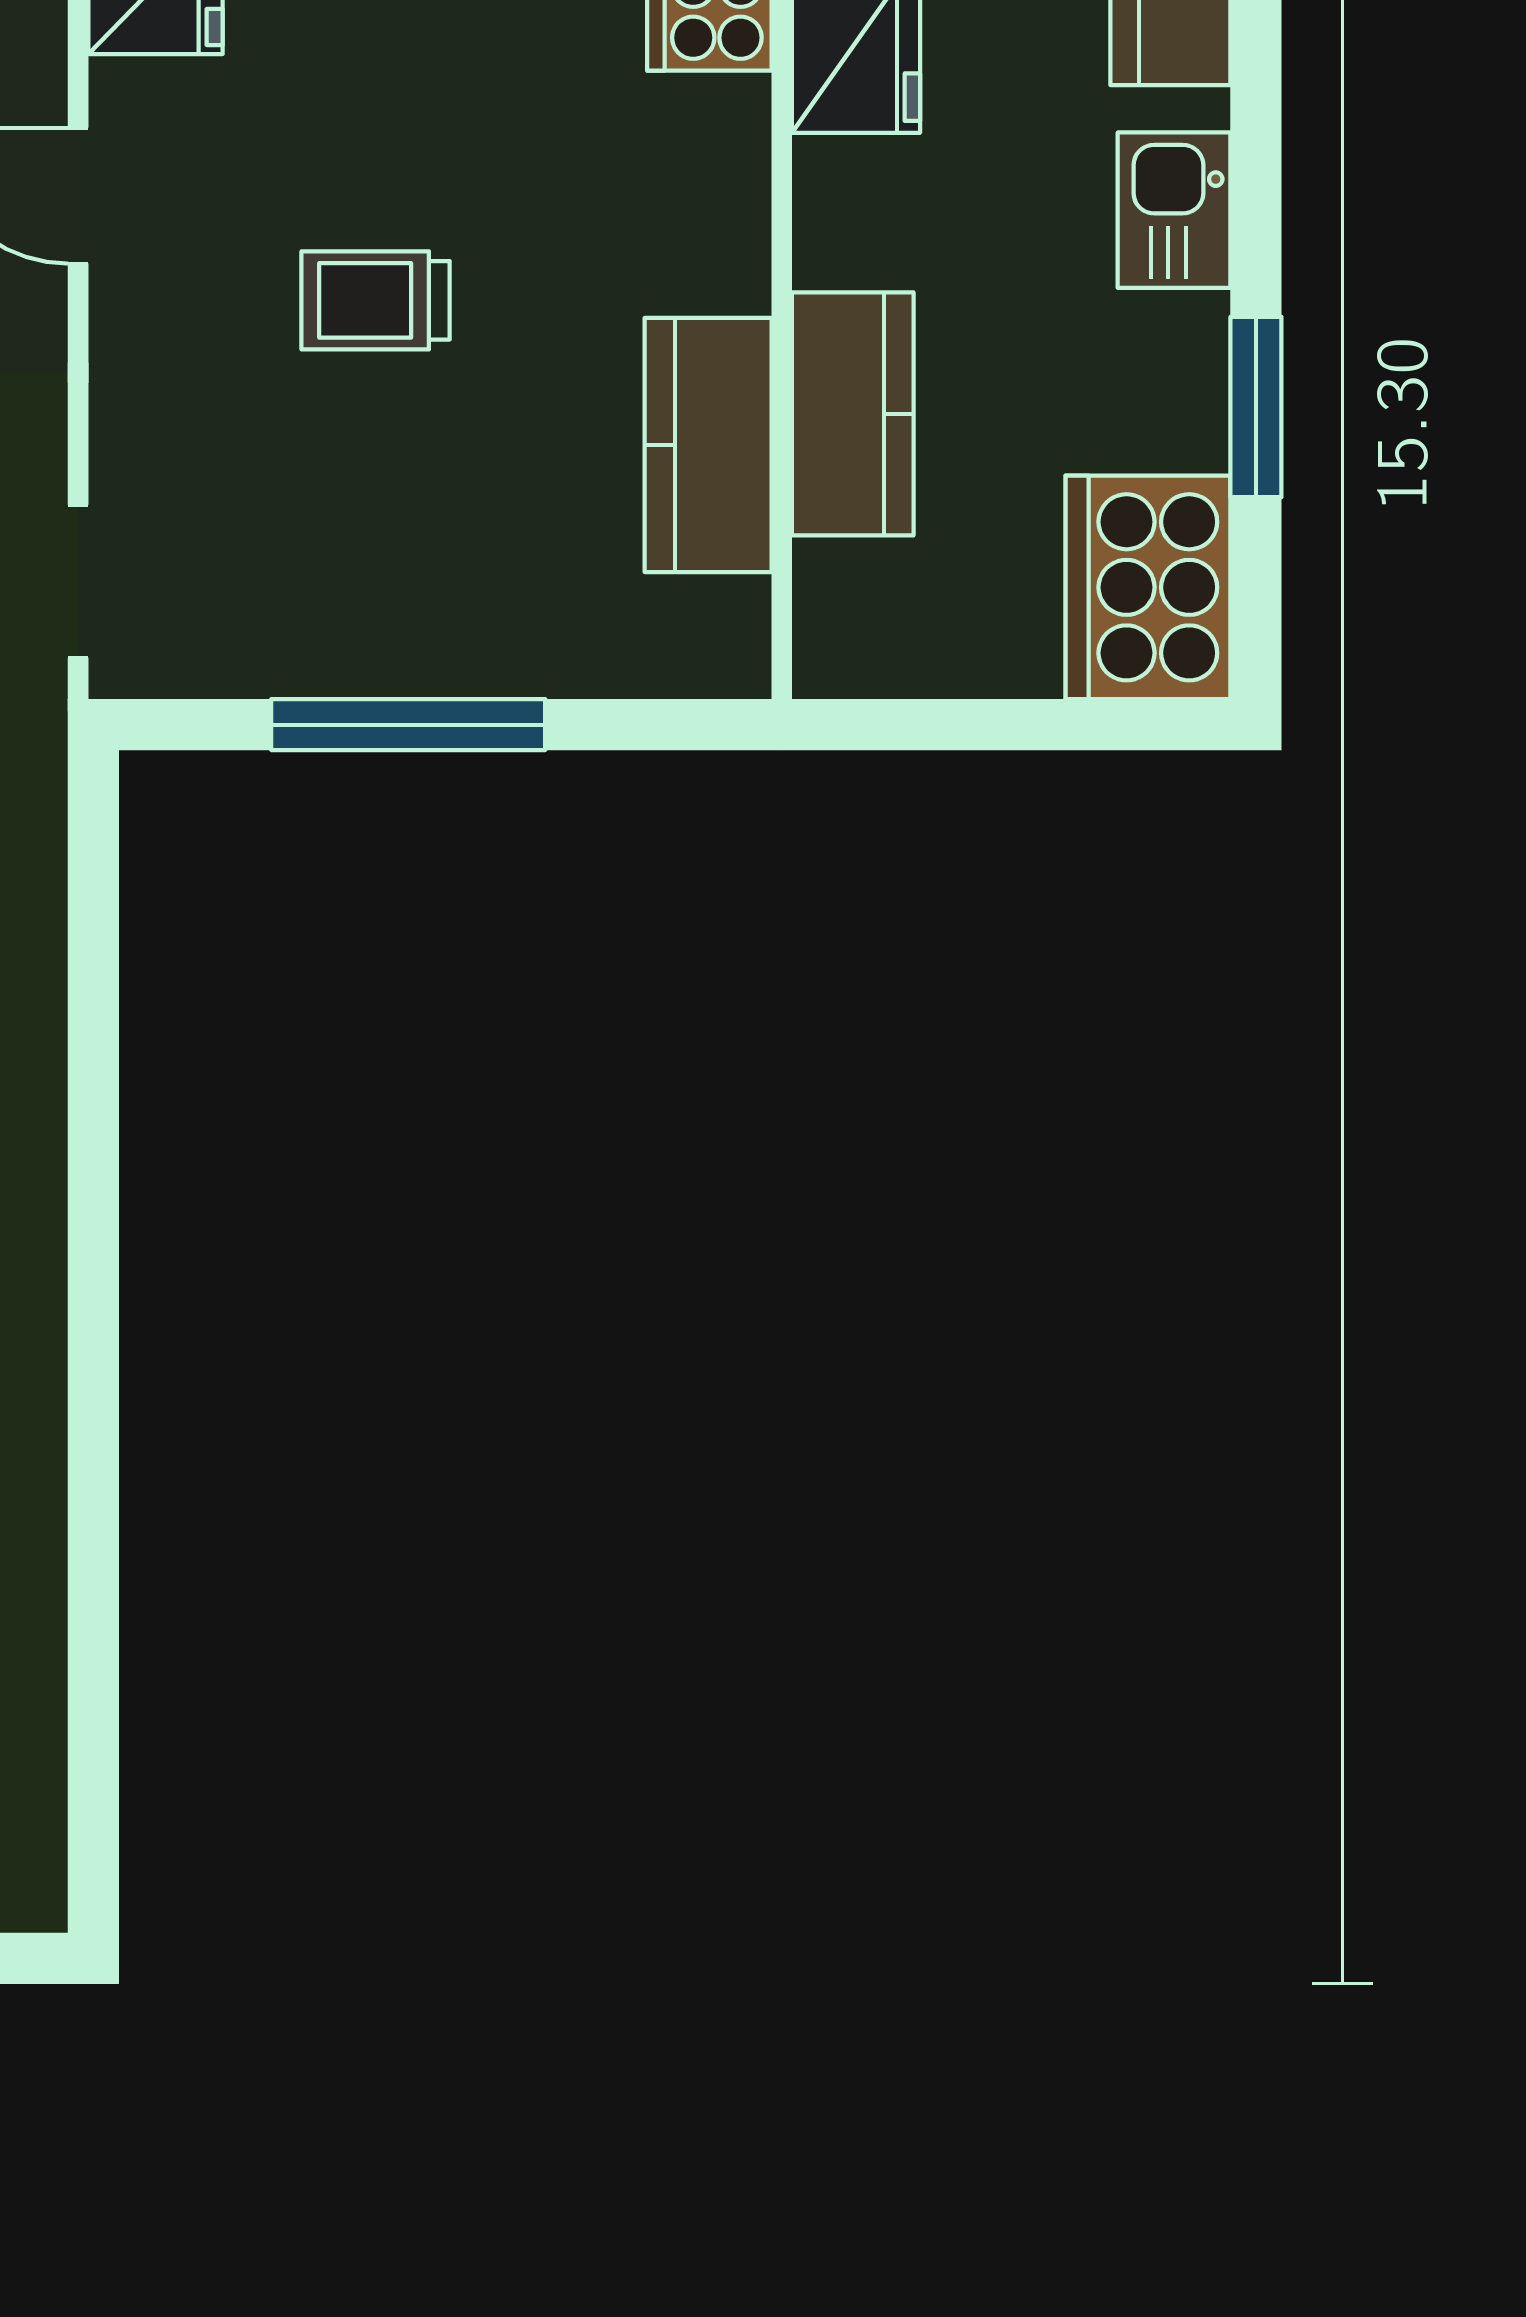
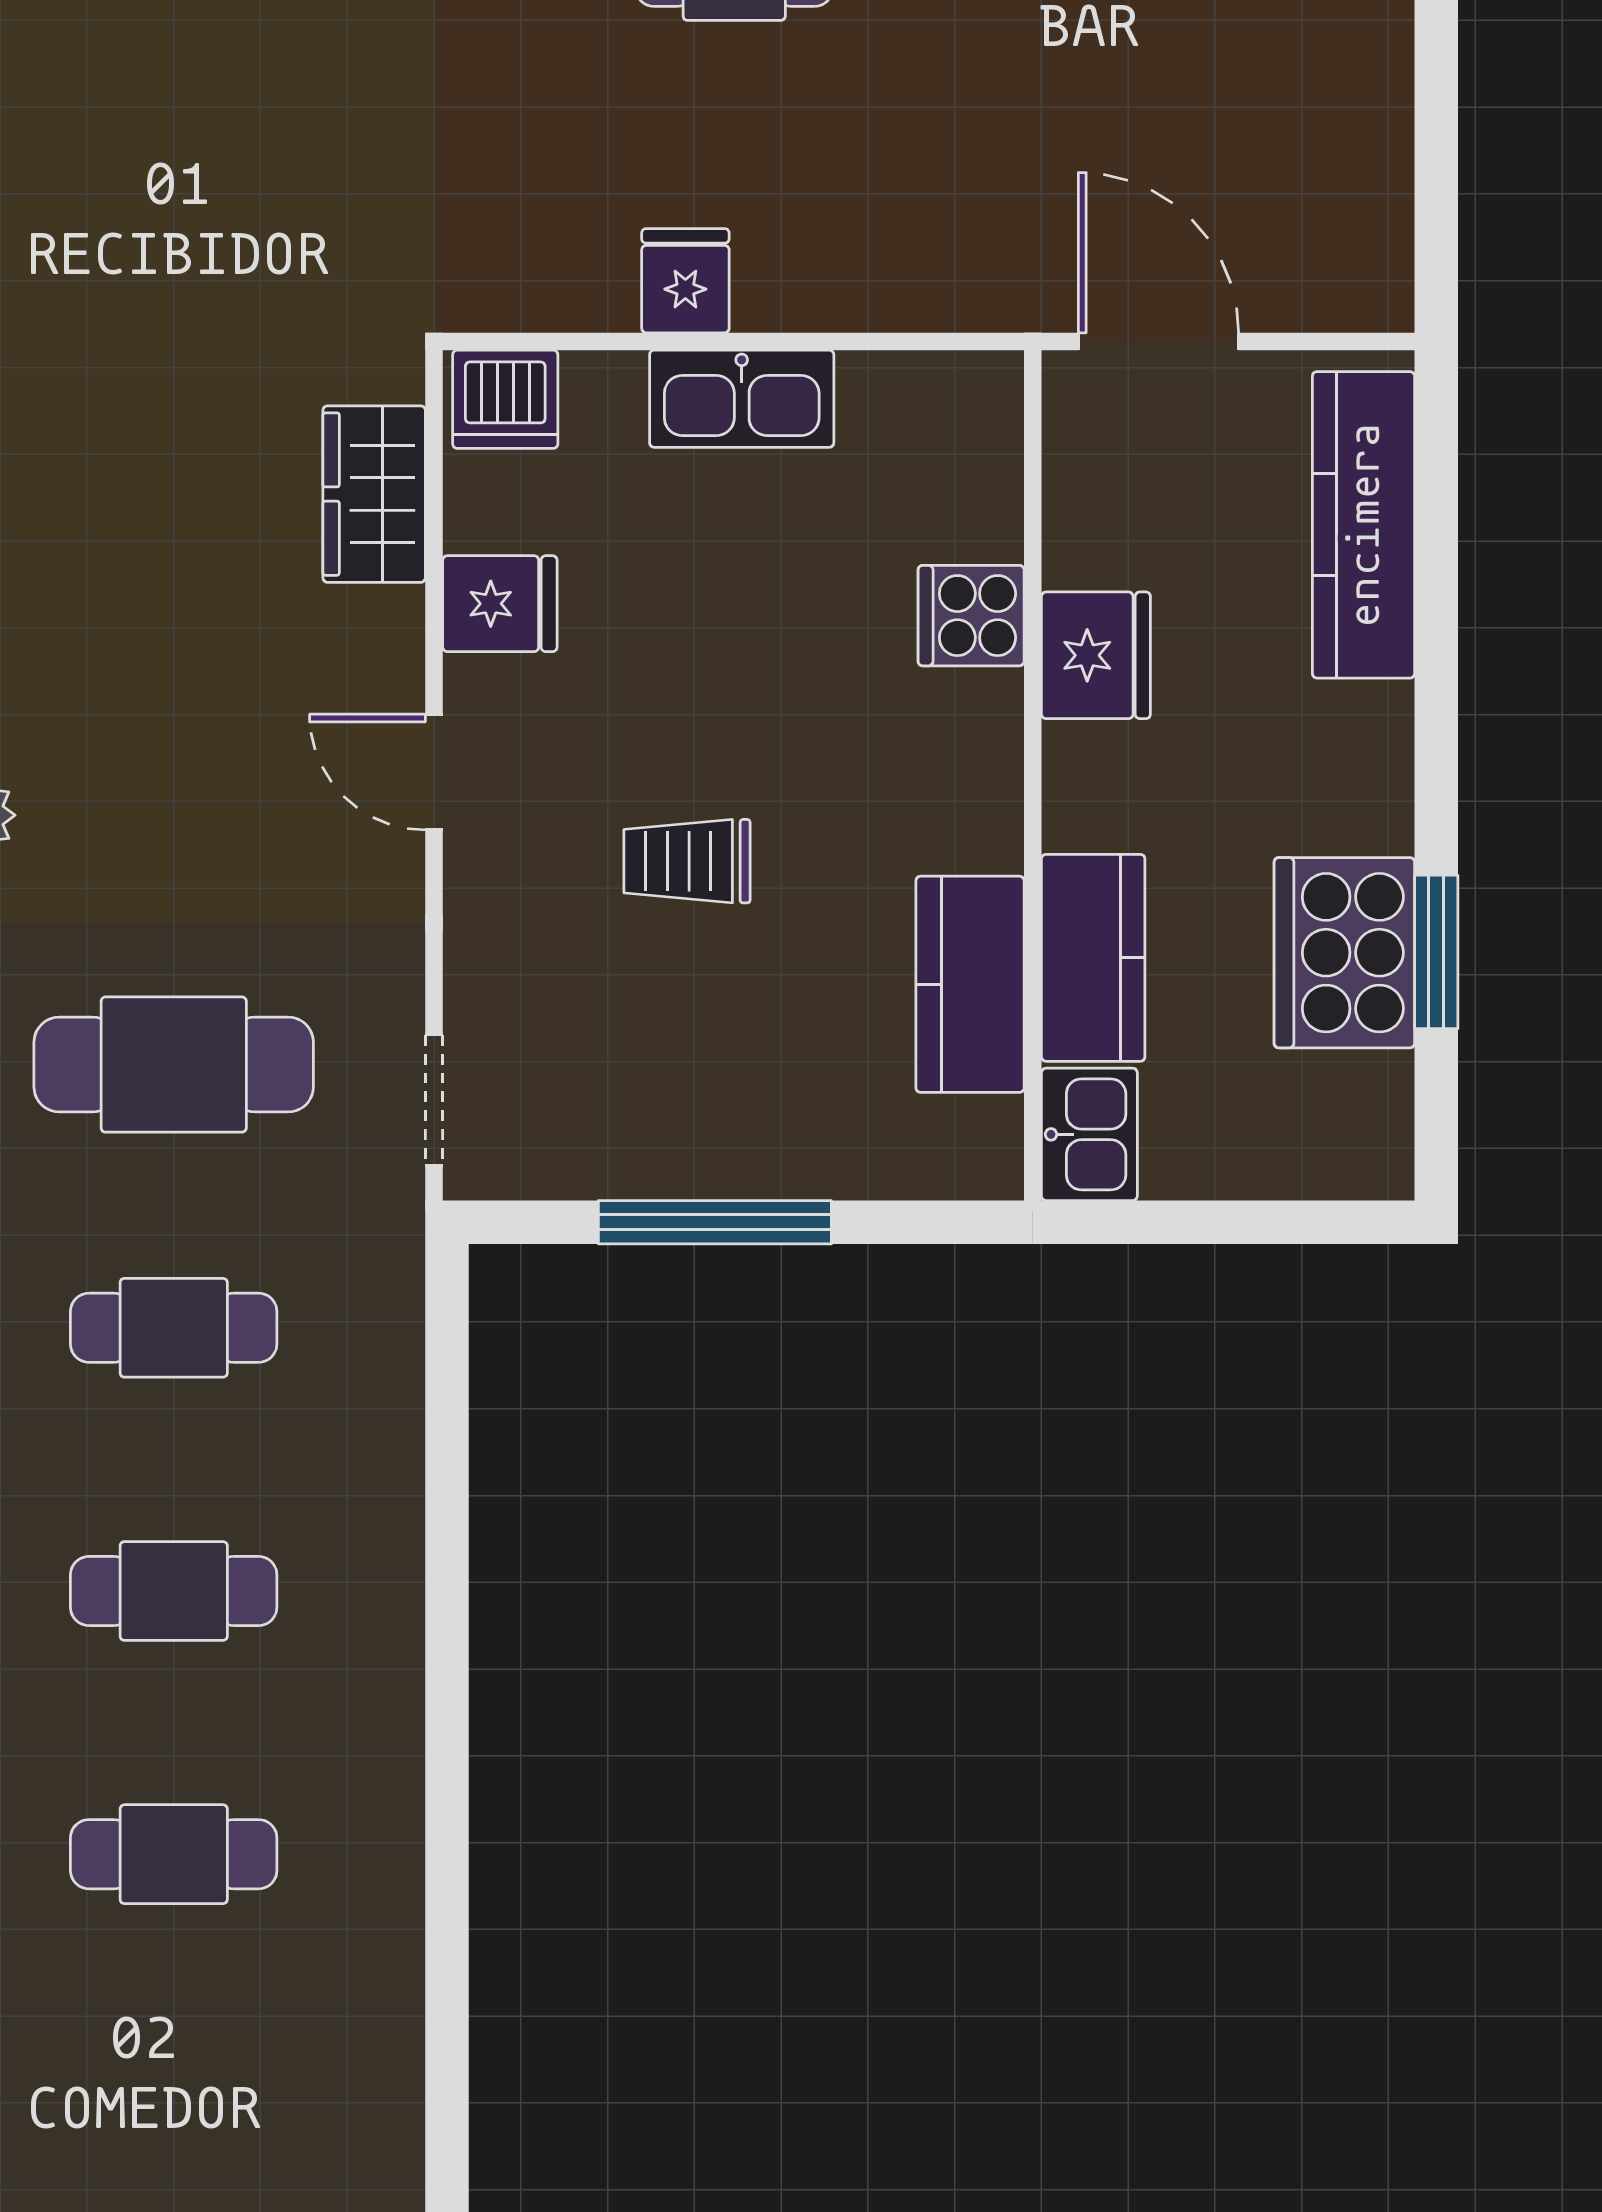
kitchen sink: (1174, 210) -> (1089, 1134), moved, turned 180
cooker: (1148, 587) -> (1344, 953), moved

